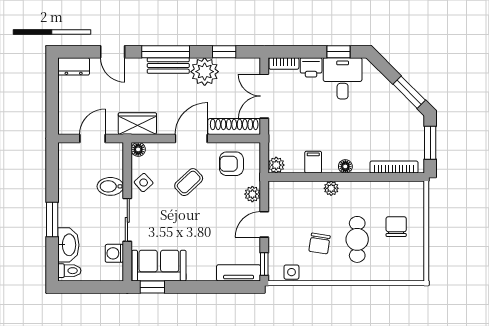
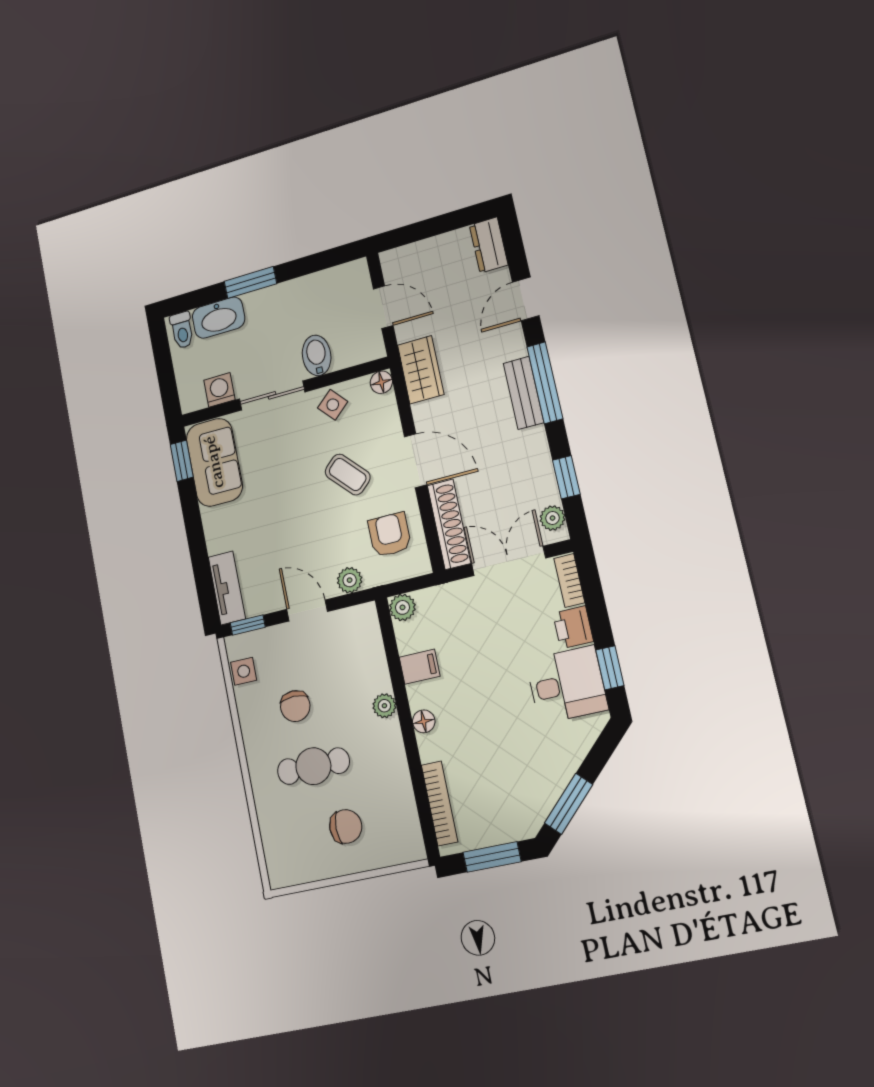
plant: (205, 72) -> (553, 518), moved, width x0.53, depth x0.53
chair: (319, 244) -> (295, 706), turned -99

